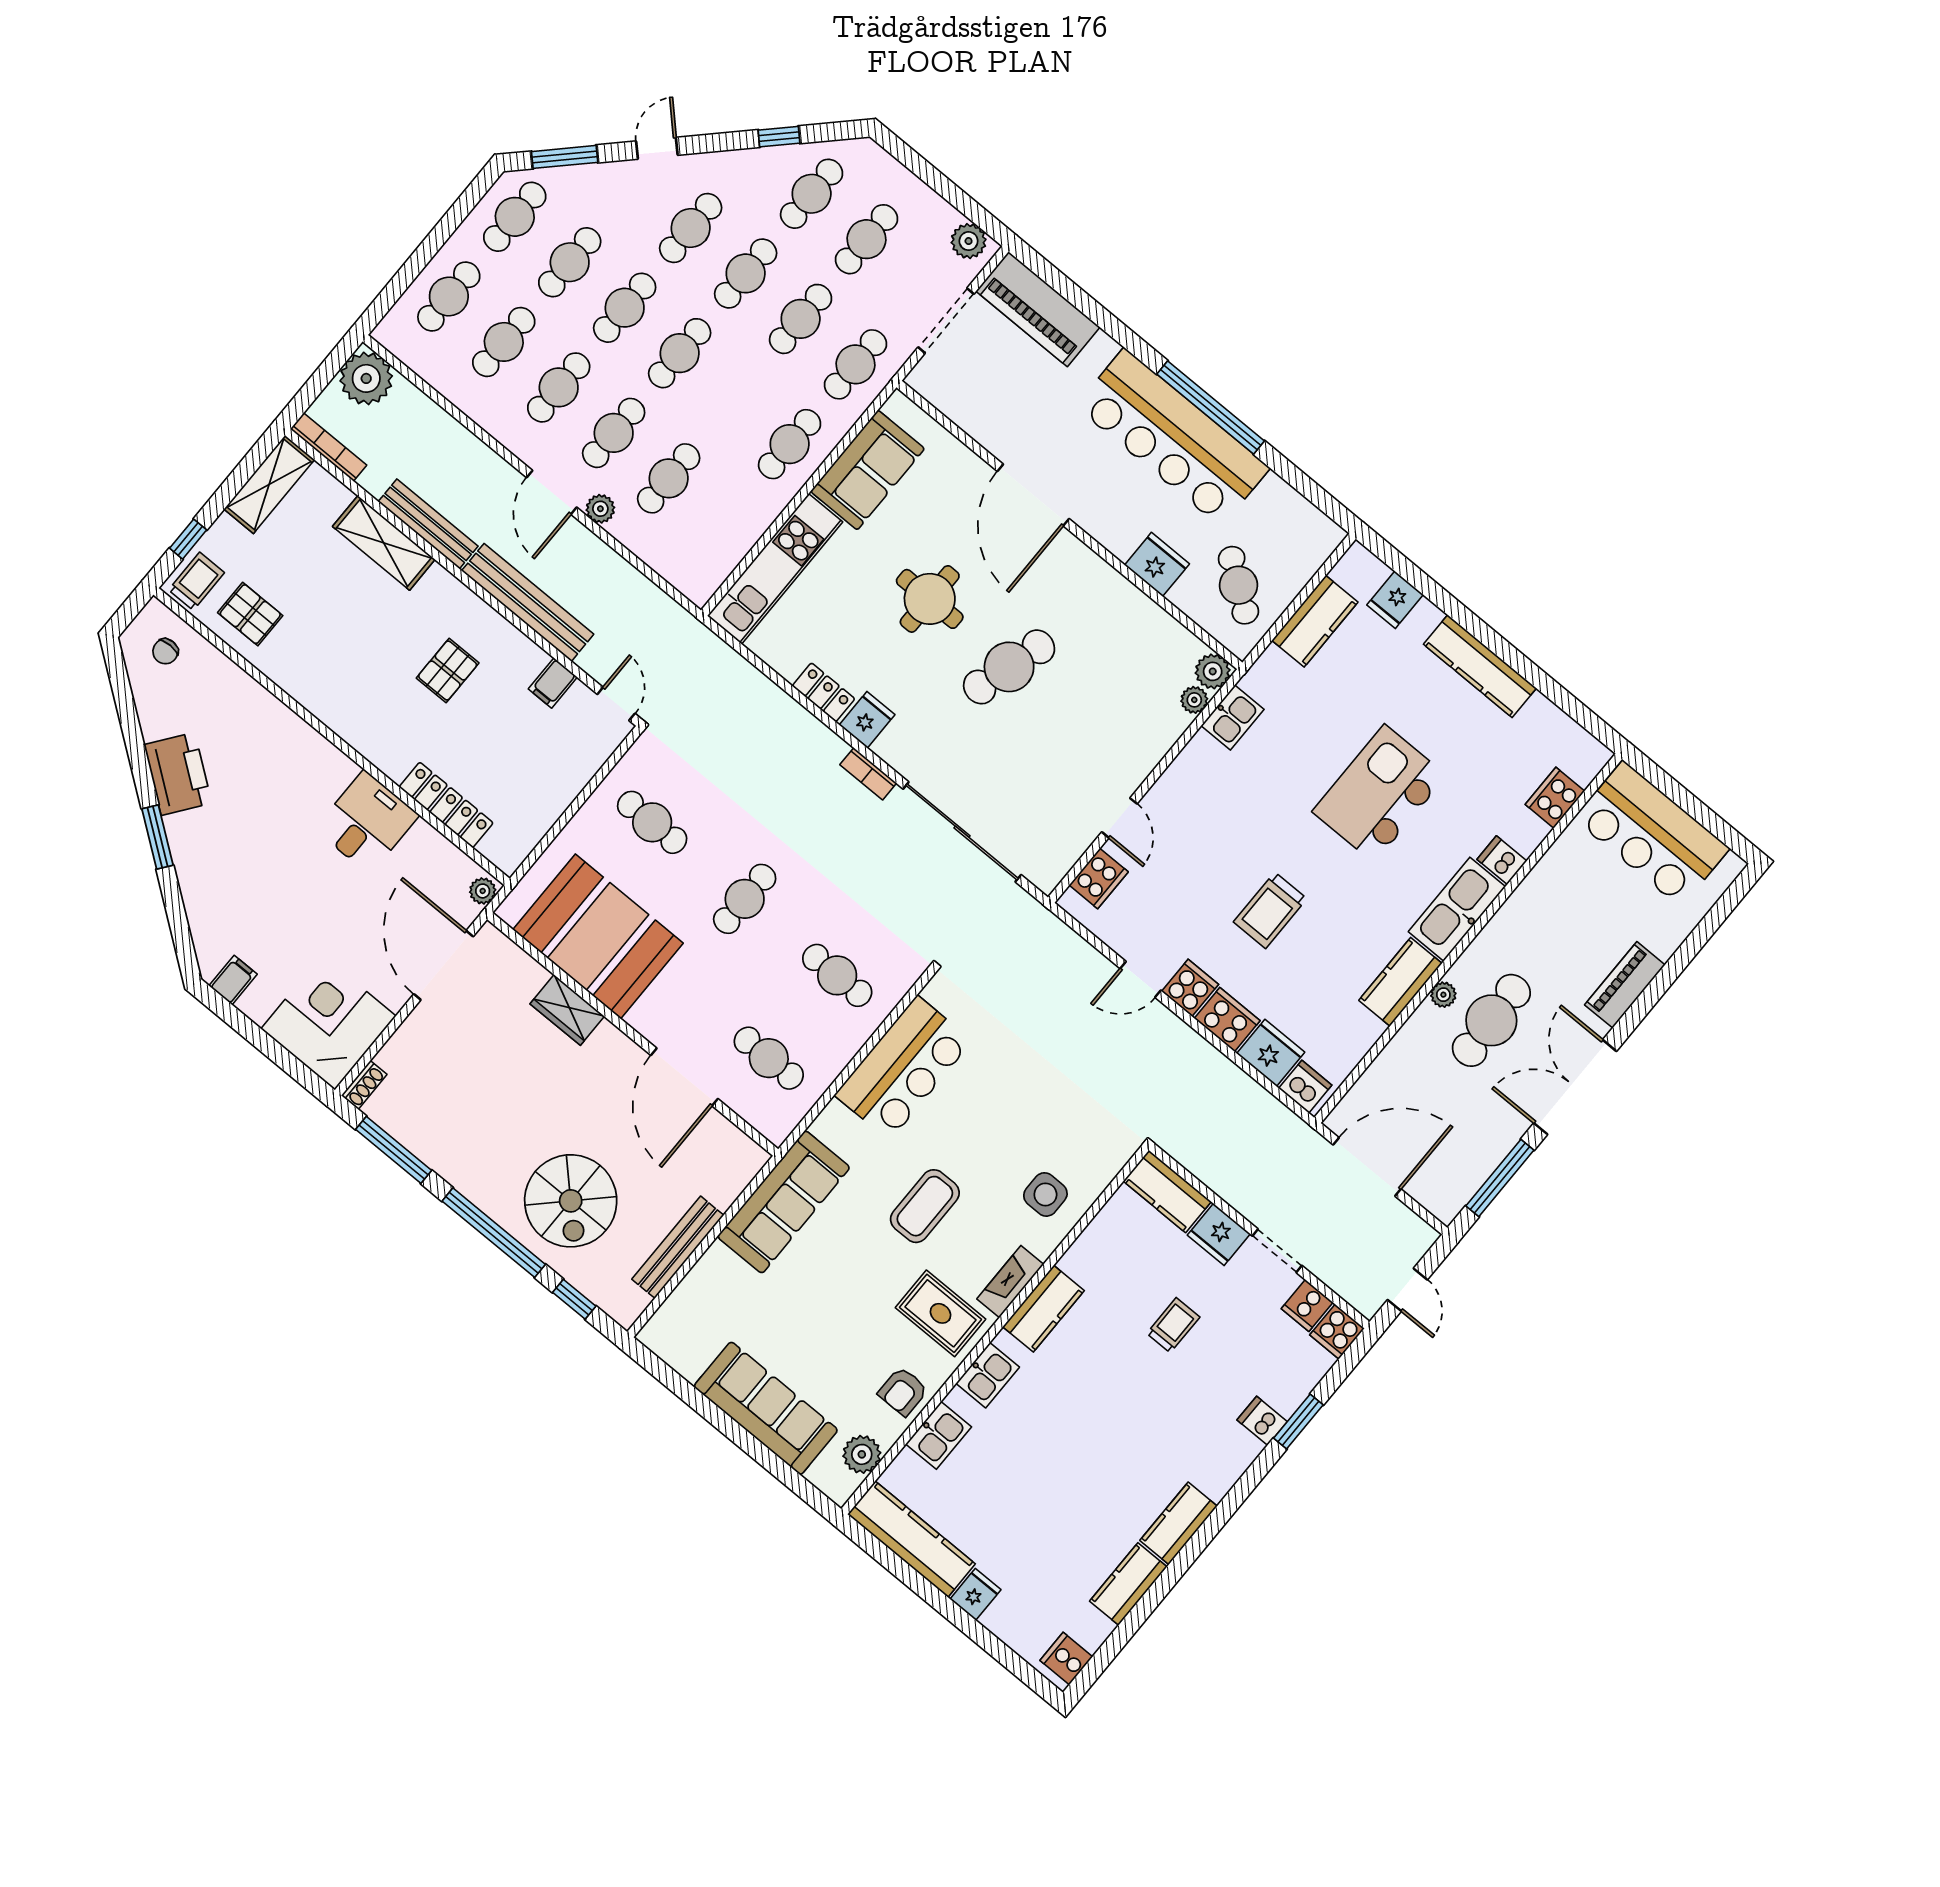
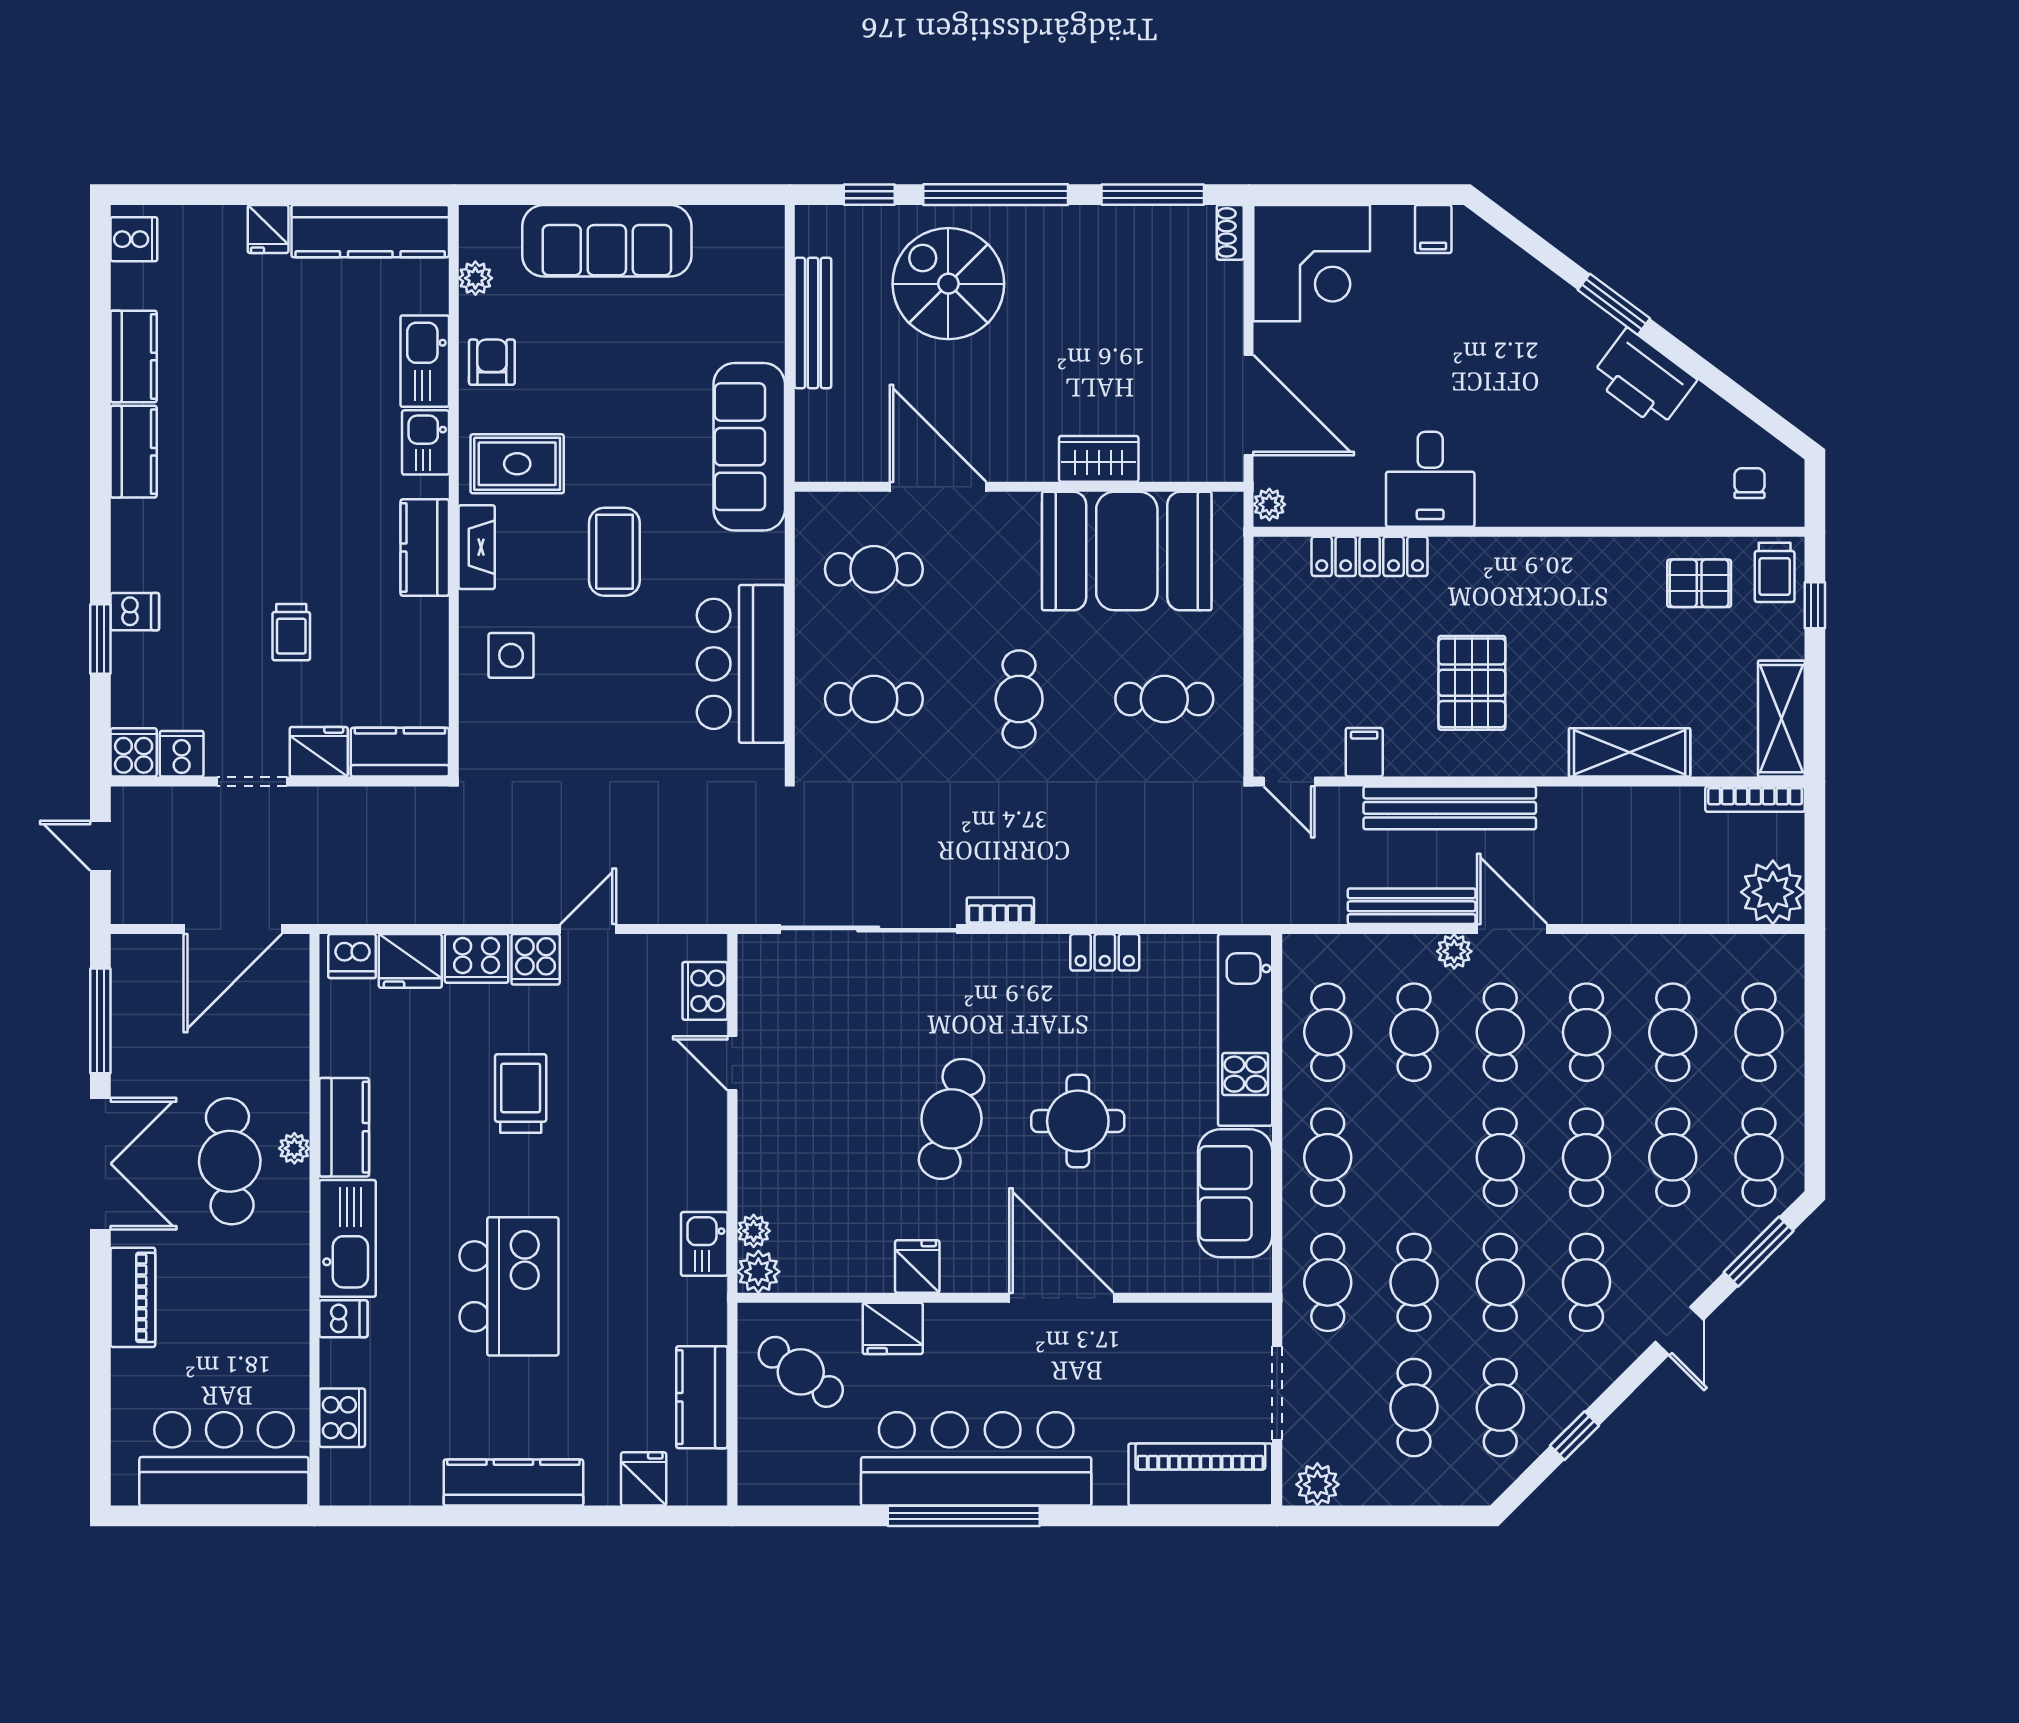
bench: (428, 524) -> (1412, 906), moved
cafe table: (724, 524) -> (1328, 1032), added
pallet: (448, 671) -> (1472, 683), width x1.50, depth x1.42
fridge: (867, 720) -> (917, 1266), moved, turned 180
kitchen sink: (939, 1435) -> (425, 361), width x1.38
plant: (862, 1454) -> (475, 278), width x0.73, depth x0.73

